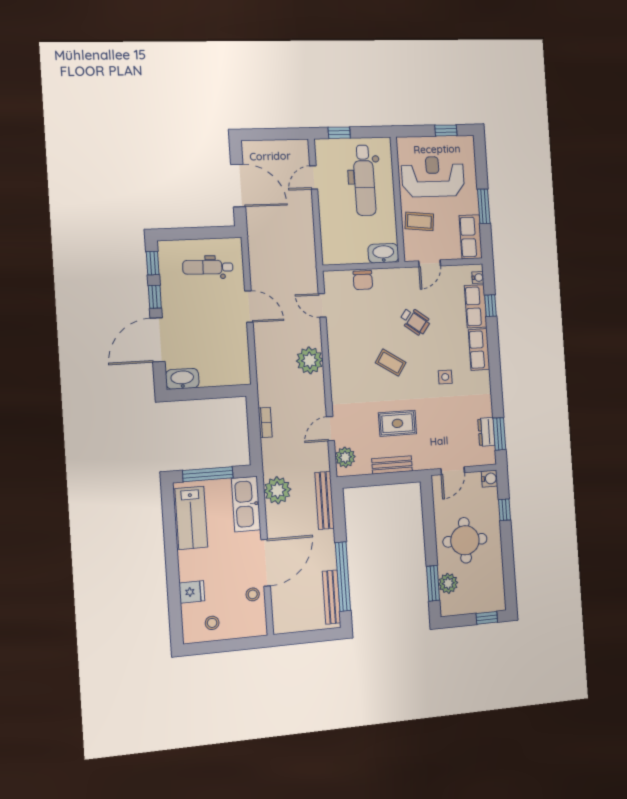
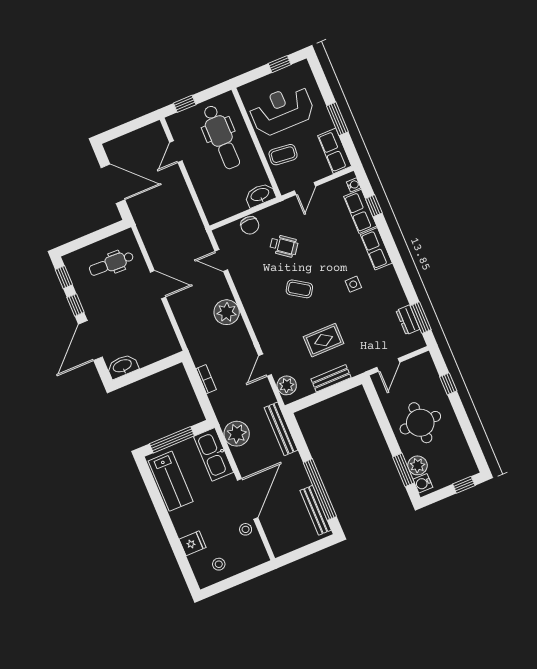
wheelchair: (415, 321) -> (284, 246), moved
water cooler: (490, 479) -> (423, 483), moved, turned 180

